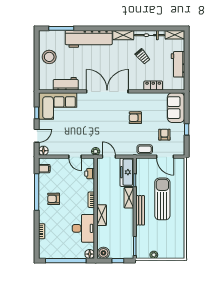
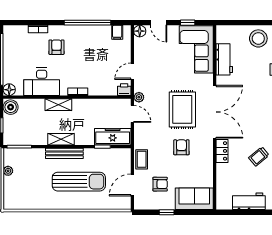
locker: (153, 86) -> (222, 151), moved
rug: (105, 117) -> (182, 109), added
door: (109, 157) -> (132, 114), hinge flipped
printer: (90, 174) -> (124, 90), moved
shelving: (129, 198) -> (61, 139), moved
armchair: (54, 199) -> (56, 47), moved

